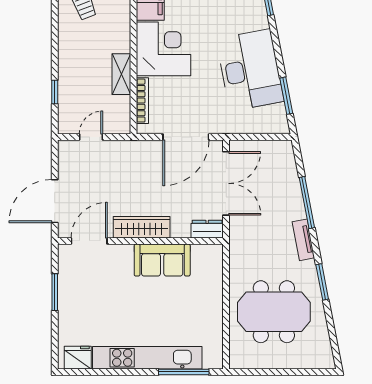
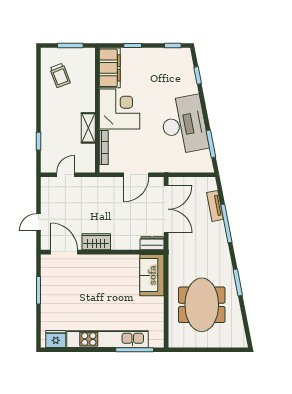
door: (186, 137) -> (136, 175), width x0.73
door: (55, 201) -> (38, 222), width x0.53
wardrobe: (142, 227) -> (96, 242), width x0.67
tv unit: (303, 240) -> (215, 206), moved
door: (89, 241) -> (64, 252), hinge flipped
sofa: (162, 260) -> (152, 275), moved, turned 90
meeting table: (274, 312) -> (202, 305), turned 90

